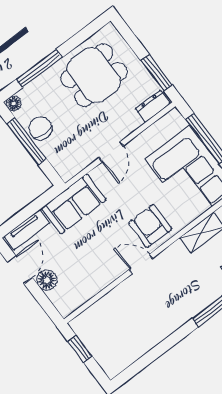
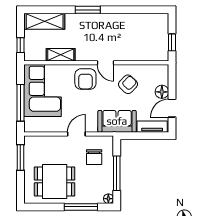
dresser: (153, 106) -> (36, 141), removed
chair: (40, 128) -> (94, 157), moved
armchair: (94, 258) -> (128, 84), added

